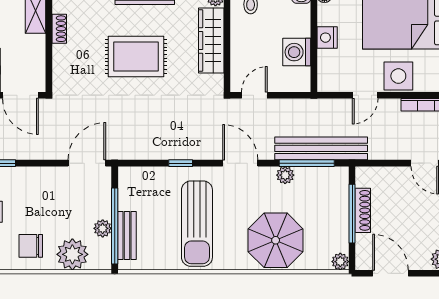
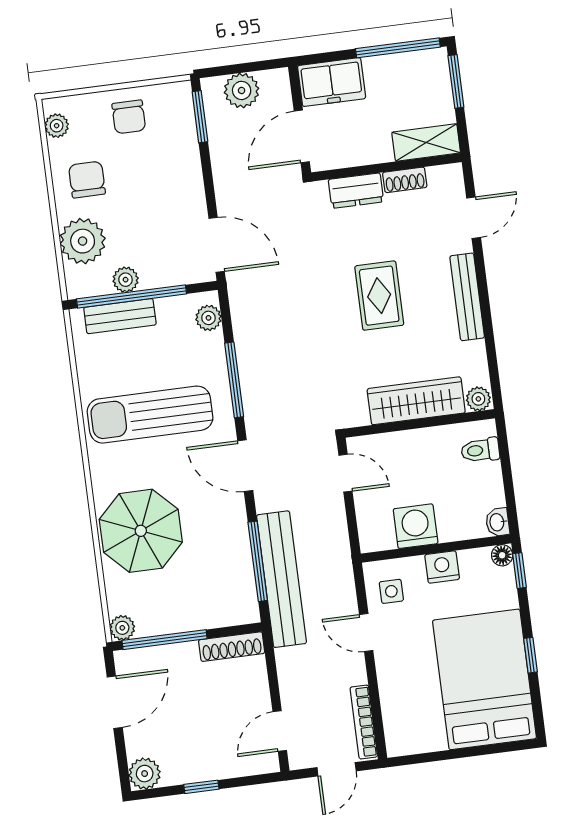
rug: (136, 56) -> (379, 296), width x0.73, depth x0.70
dresser: (62, 63) -> (356, 191), added
side table: (398, 76) -> (391, 591), moved, width x0.54, depth x0.54
window: (181, 163) -> (234, 380), width x2.17
door: (240, 163) -> (245, 466), swing flipped
plant: (285, 175) -> (208, 318), moved
shoe rack: (363, 210) -> (232, 647), moved
window: (352, 214) -> (165, 640), moved

